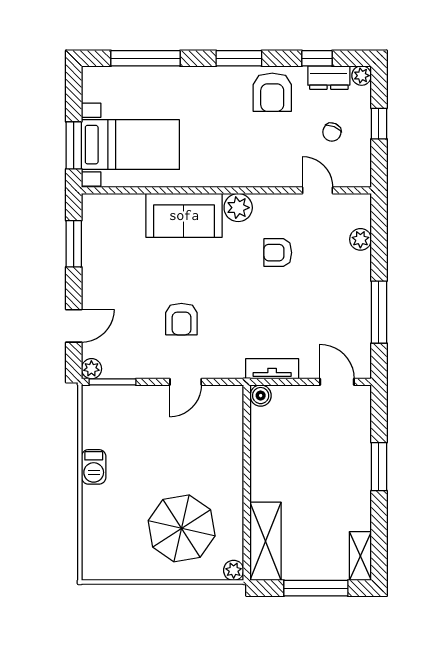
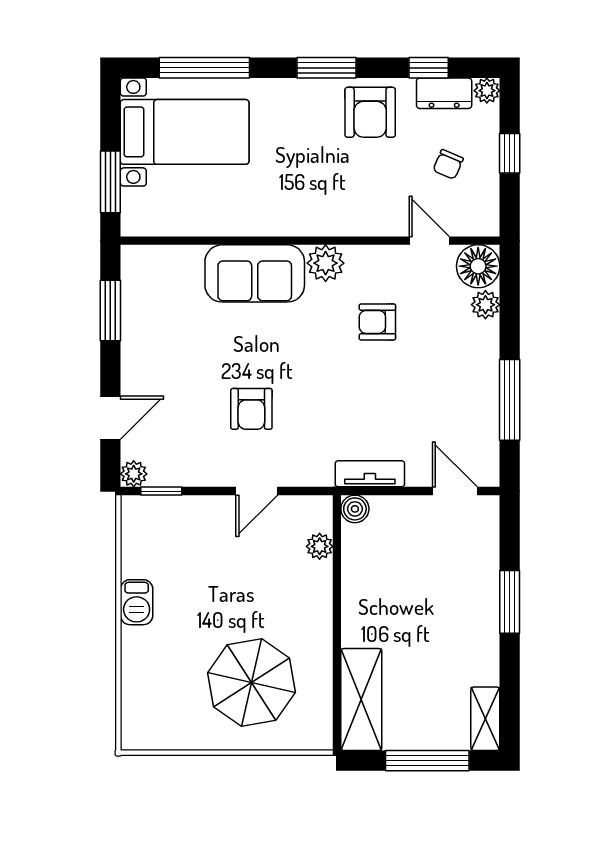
bed with nightstands: (130, 145) -> (185, 132), moved
floor lamp: (355, 210) -> (478, 266), added
window: (113, 382) -> (161, 491), width x0.67
plant: (234, 570) -> (320, 546), moved

